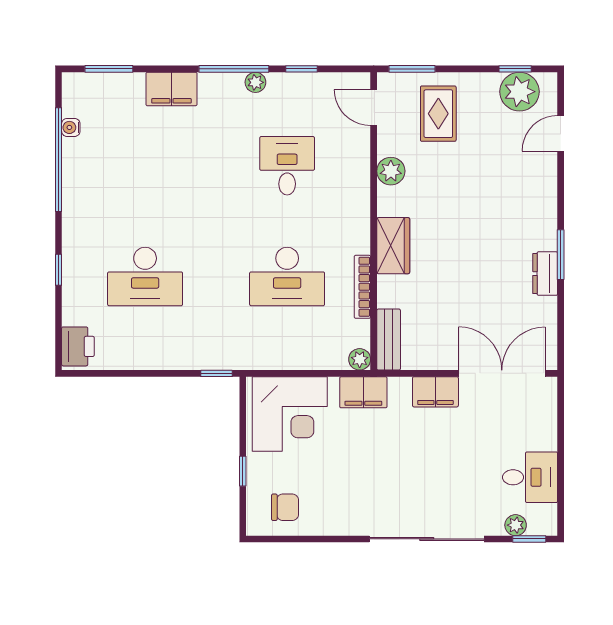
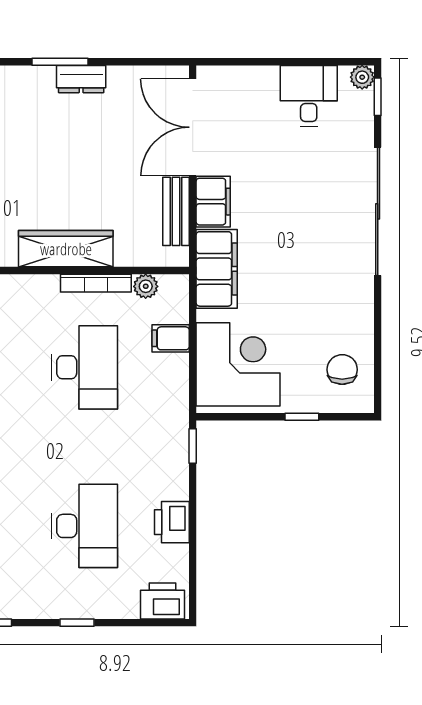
wardrobe: (393, 246) -> (66, 249), width x1.50
bench: (389, 340) -> (176, 211), moved, turned 90
filing cabinet: (313, 354) -> (171, 338), added
printer: (148, 355) -> (172, 522), added
plant: (360, 359) -> (146, 286), moved
filing cabinet: (363, 392) -> (217, 269), width x1.50, depth x1.17
plant: (516, 525) -> (362, 77), moved

